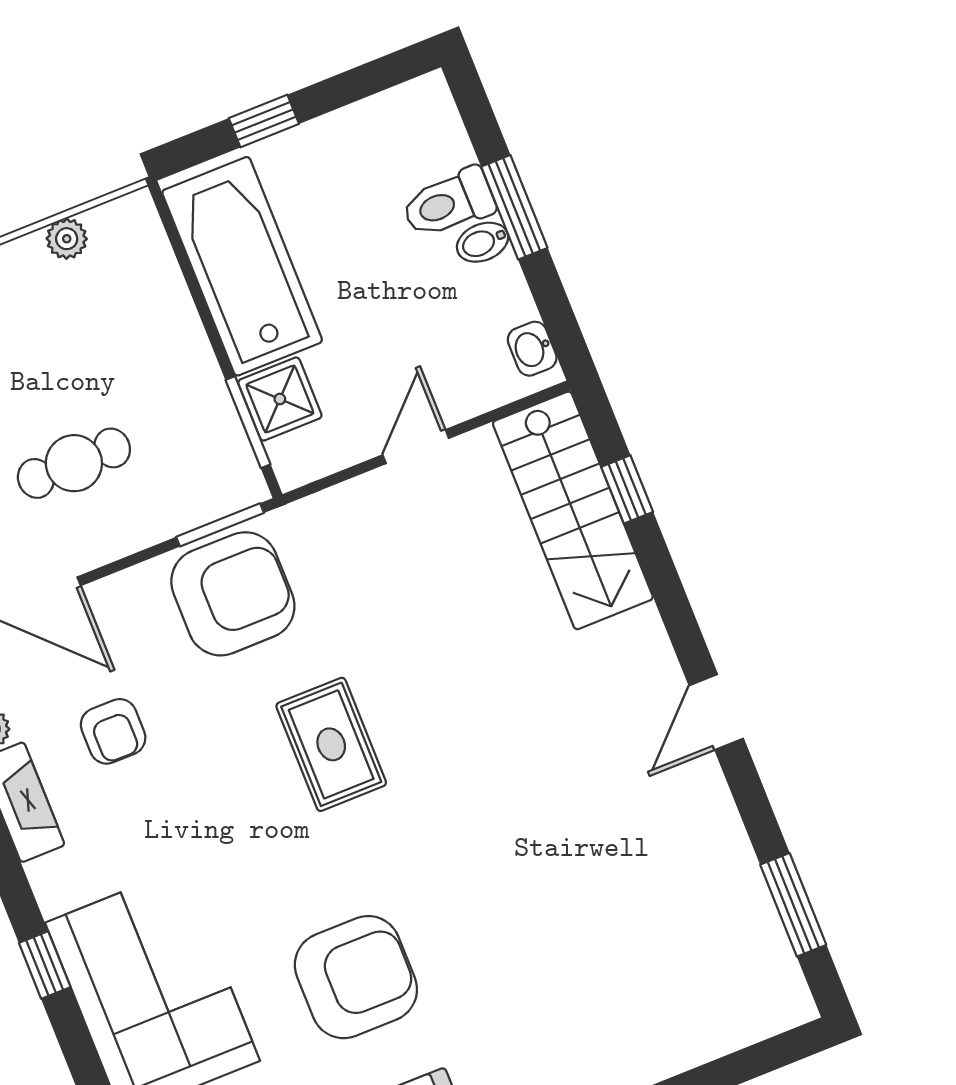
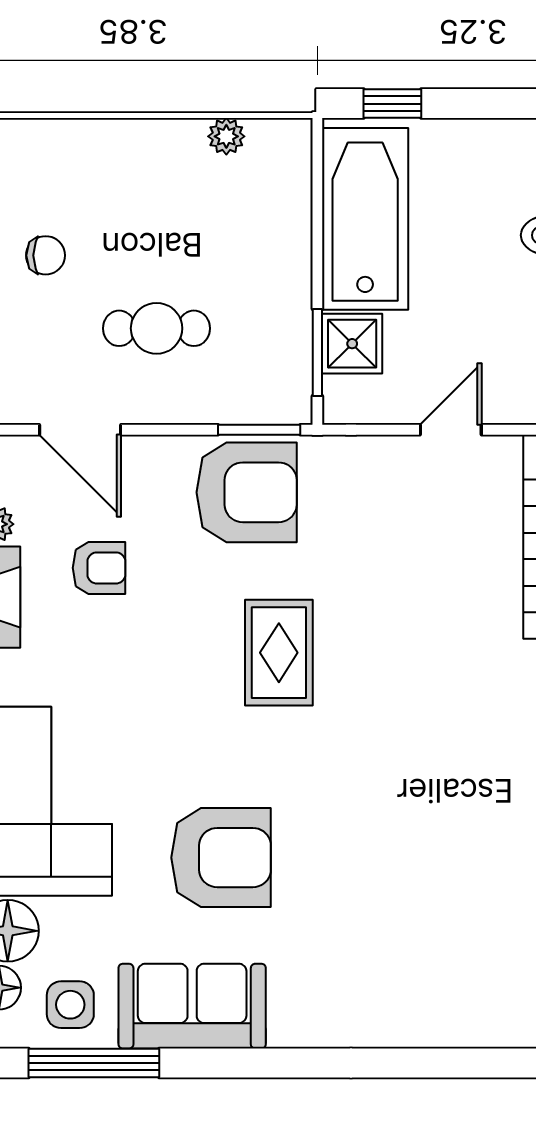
window: (264, 121) -> (392, 104), moved
armchair: (113, 731) -> (99, 568), turned -90

